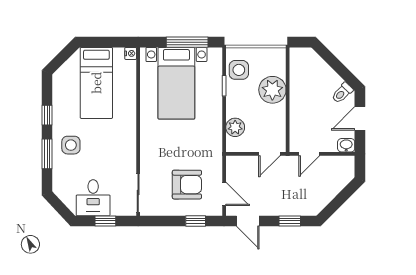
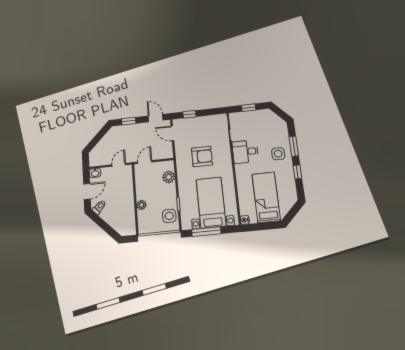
plant: (272, 90) -> (141, 205), width x0.53, depth x0.53
armchair: (187, 185) -> (202, 157), moved, turned 180
desk: (93, 198) -> (245, 152), moved, turned -90

